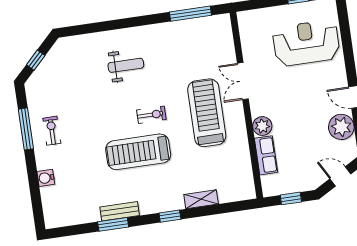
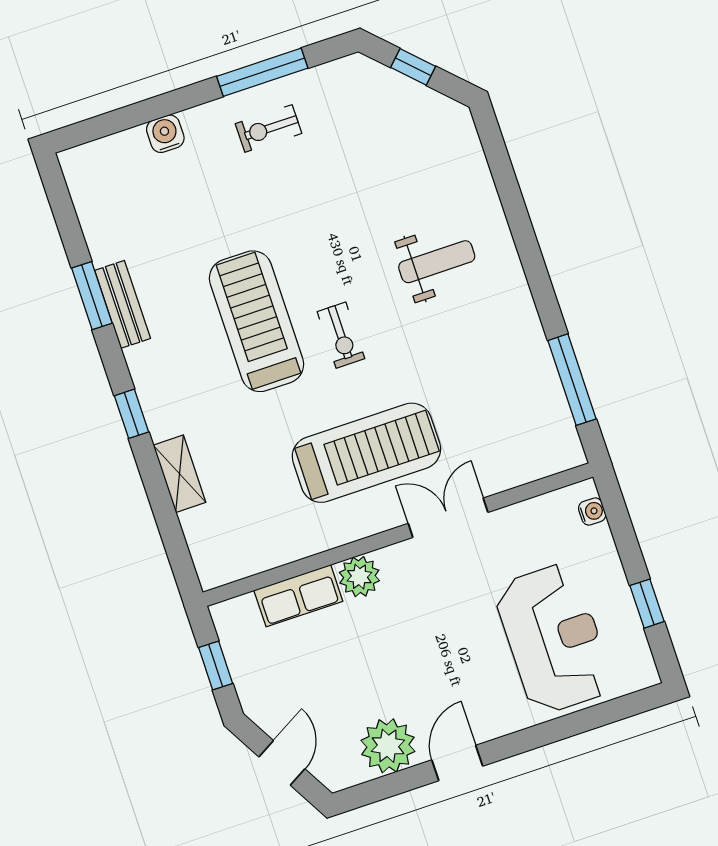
water cooler: (252, 15) -> (592, 512), added
weight bench: (126, 65) -> (437, 262), turned -90
exercise bike: (52, 131) -> (268, 129), turned 180

